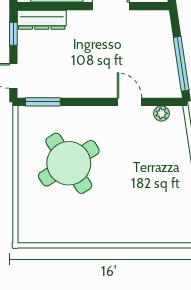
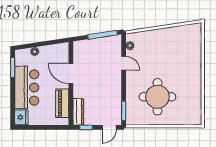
door: (130, 102) -> (124, 63), swing flipped
round table: (69, 163) -> (157, 97), turned 33

